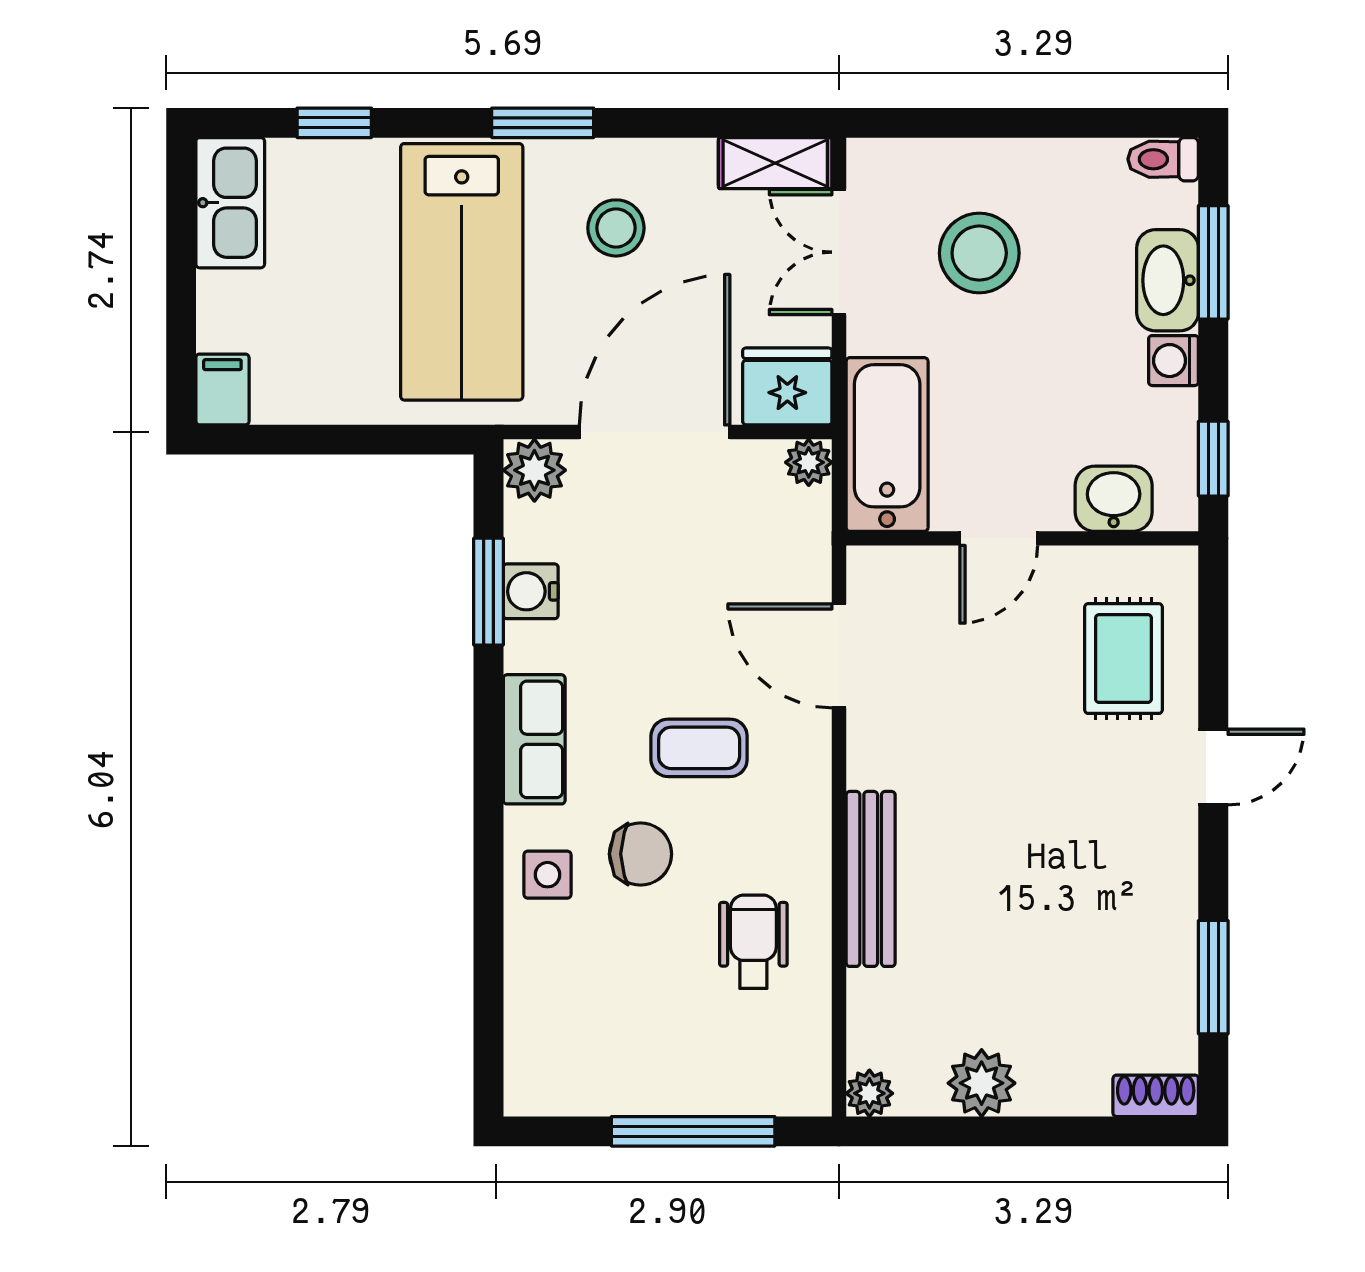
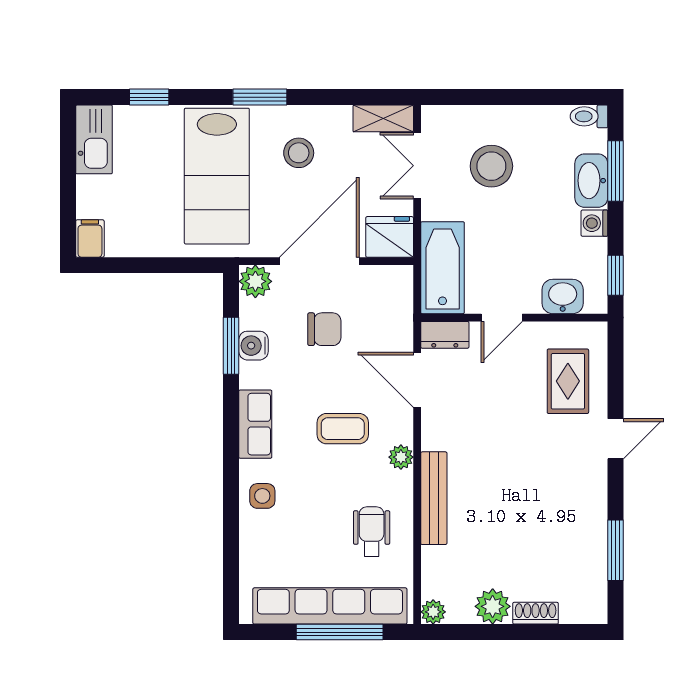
plant: (809, 462) -> (401, 457), moved
dresser: (891, 571) -> (445, 335), added
chair: (641, 854) -> (324, 329), moved
row of seats: (675, 1082) -> (330, 606), added
shoe rack: (1156, 1096) -> (536, 613), moved

